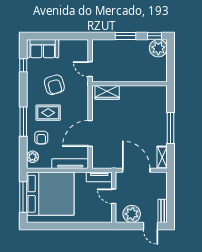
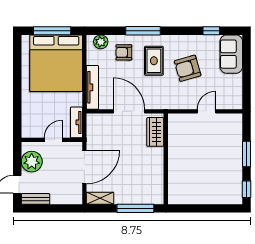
plant: (158, 48) -> (232, 194), removed
wall: (129, 84) -> (166, 159), moved
wardrobe: (107, 92) -> (155, 132), moved

